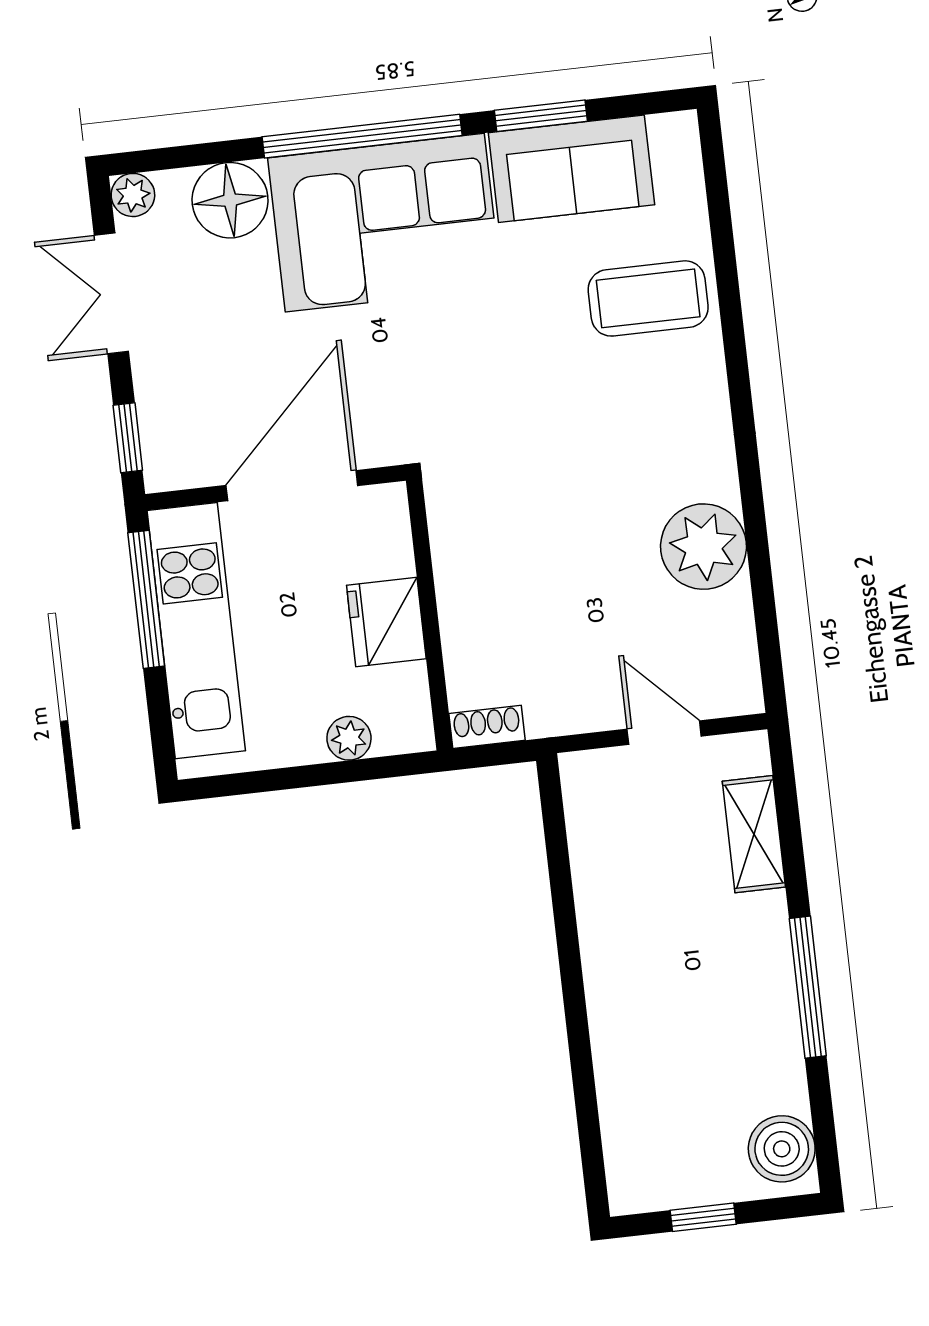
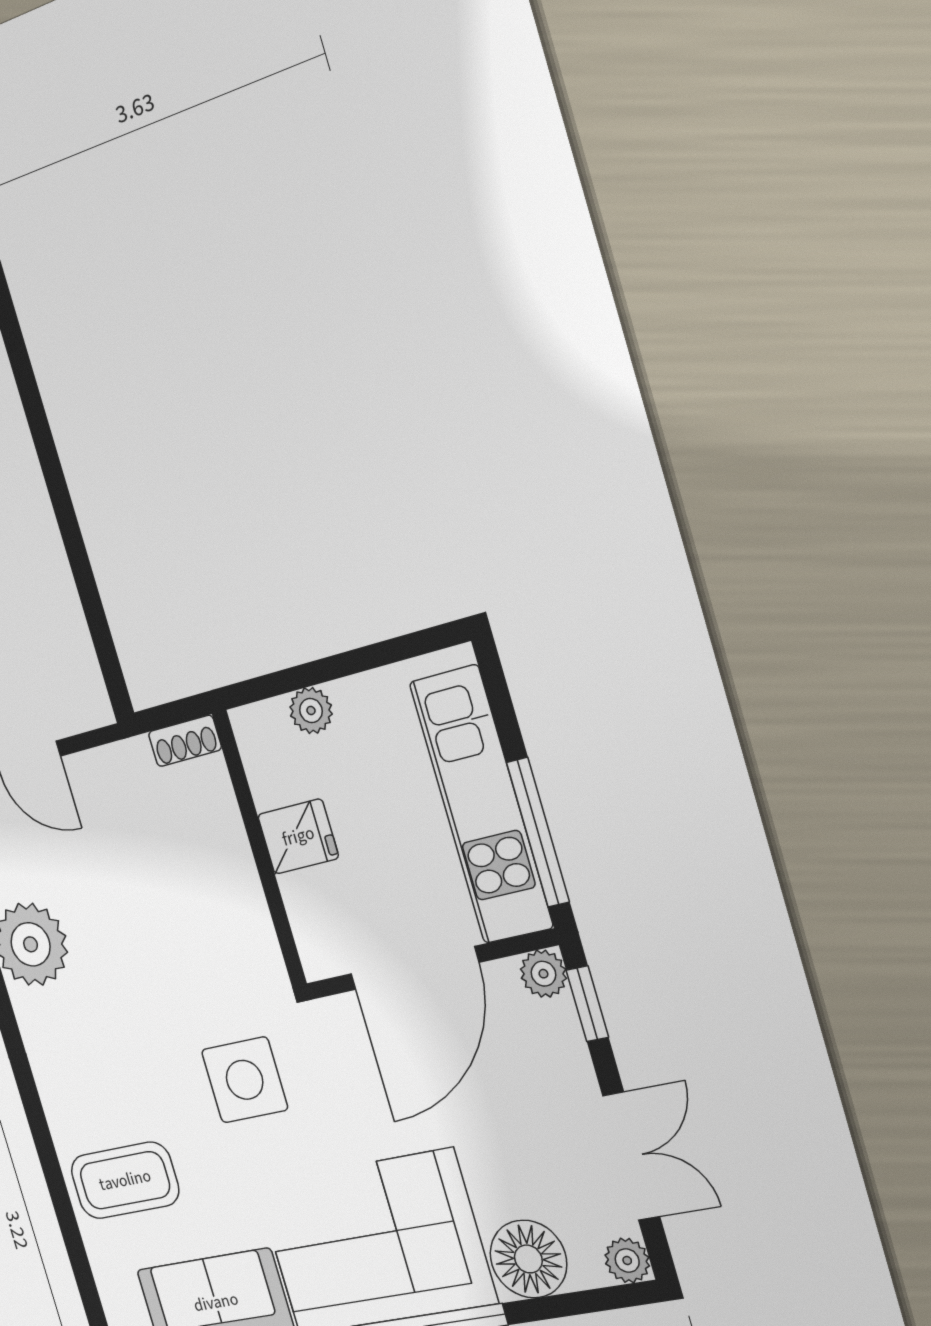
side table: (492, 392) -> (245, 1080), added
plant: (165, 469) -> (543, 974), added
fridge: (386, 622) -> (298, 836), width x0.72

